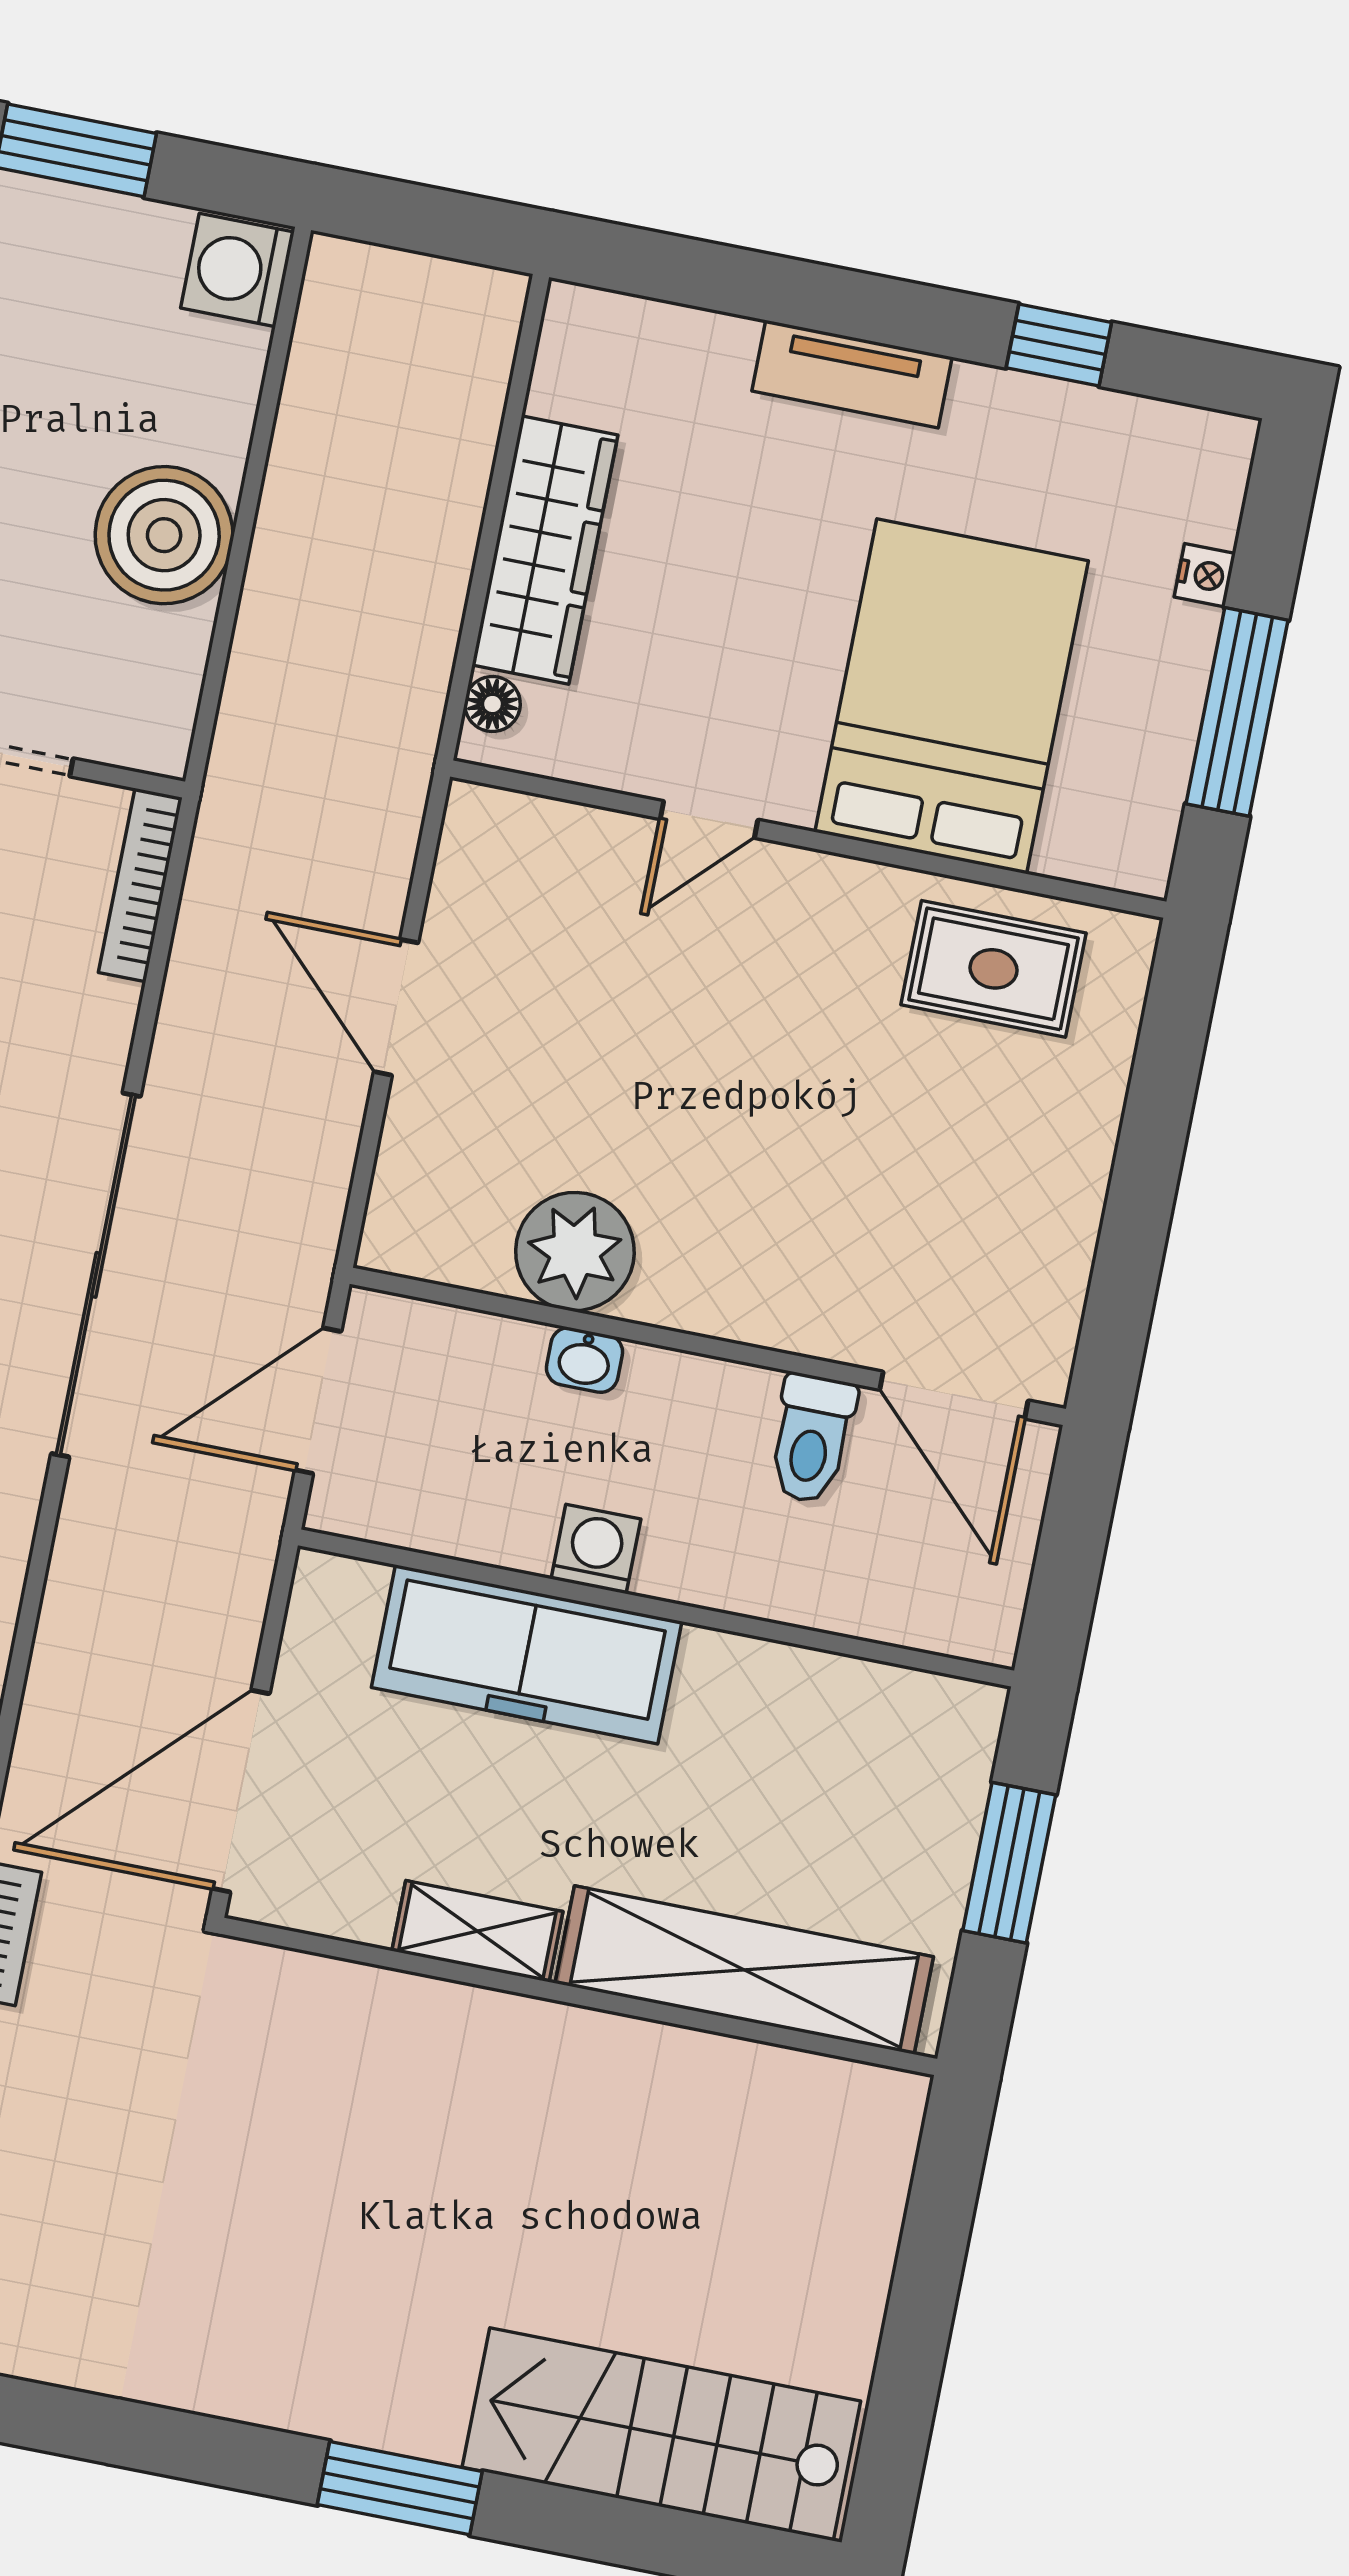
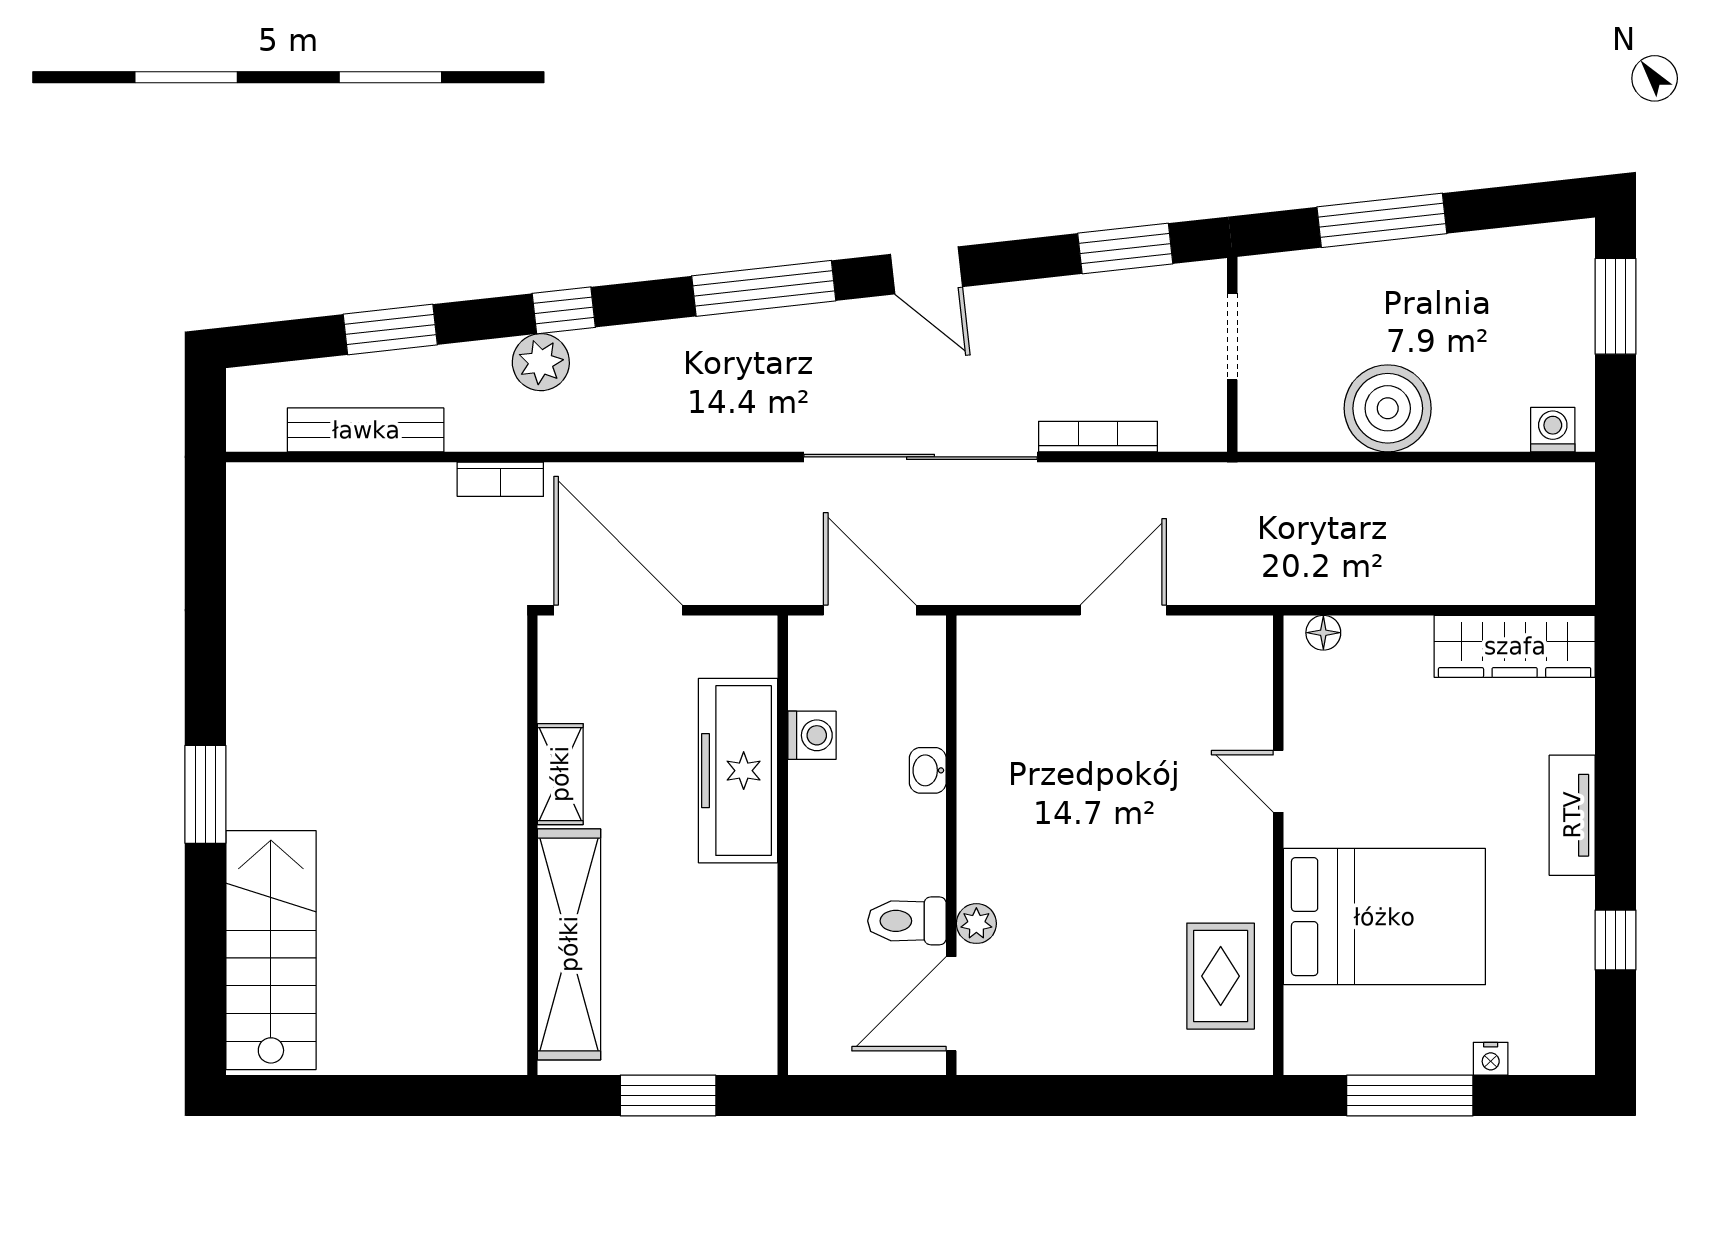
washing machine: (237, 270) -> (1553, 430), width x0.73, depth x0.73
wardrobe: (545, 550) -> (1515, 646), moved
bookcase: (140, 885) -> (1098, 437), moved
plant: (575, 1251) -> (976, 924), moved, width x0.53, depth x0.53
washing machine: (596, 1549) -> (812, 735), moved

